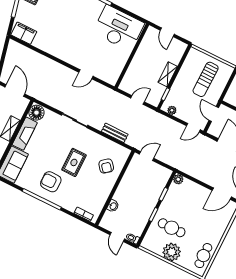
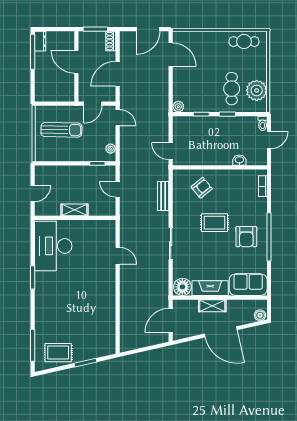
filing cabinet: (24, 33) -> (107, 341), removed
shelving: (168, 74) -> (75, 210), moved
plant: (172, 252) -> (257, 90), moved

